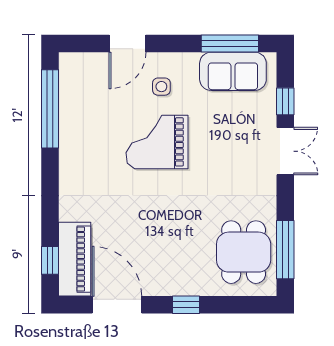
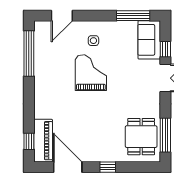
door: (127, 43) -> (62, 16), moved
sofa: (233, 71) -> (149, 40), moved, turned 90
grand piano: (157, 142) -> (91, 73), turned 90

